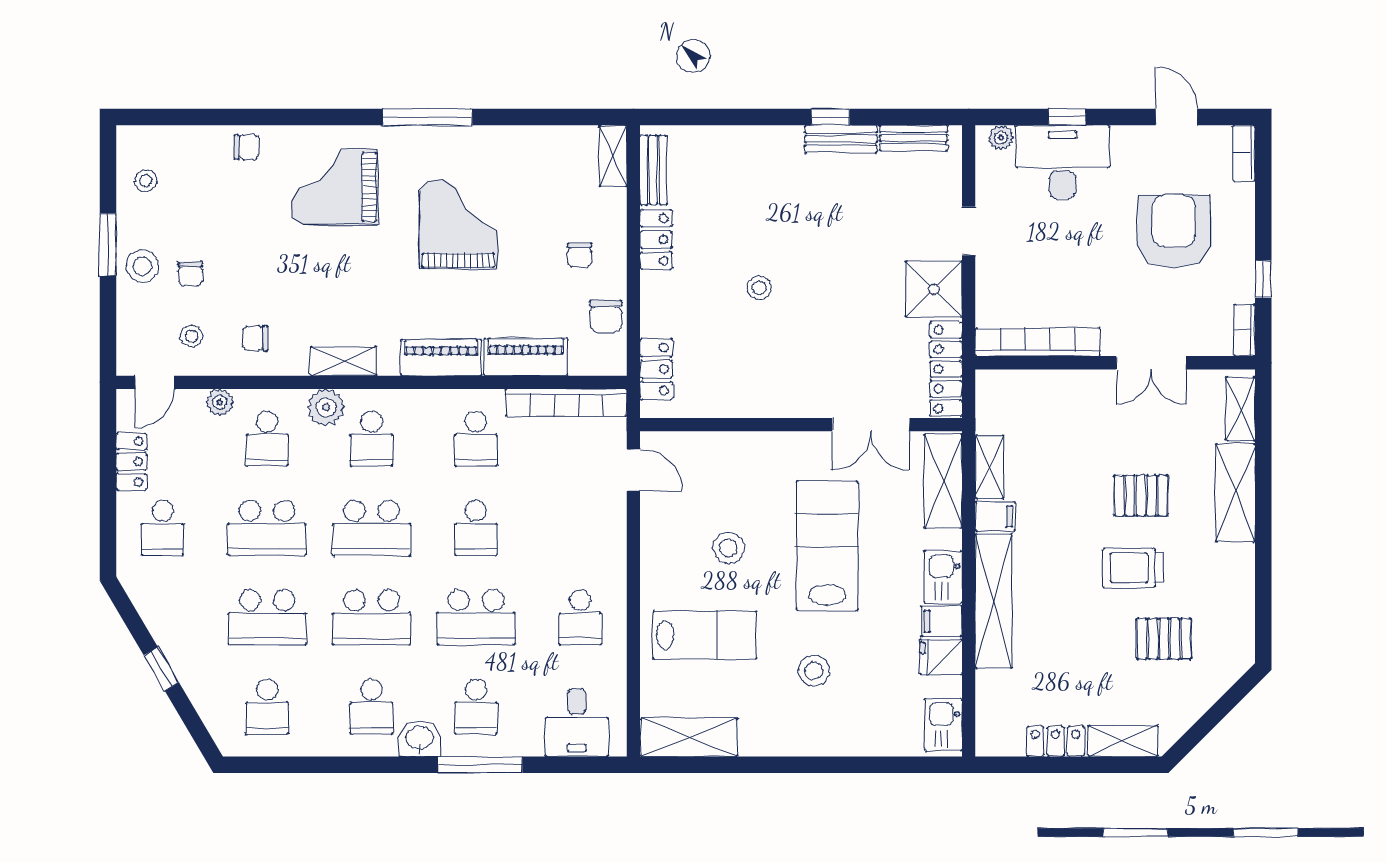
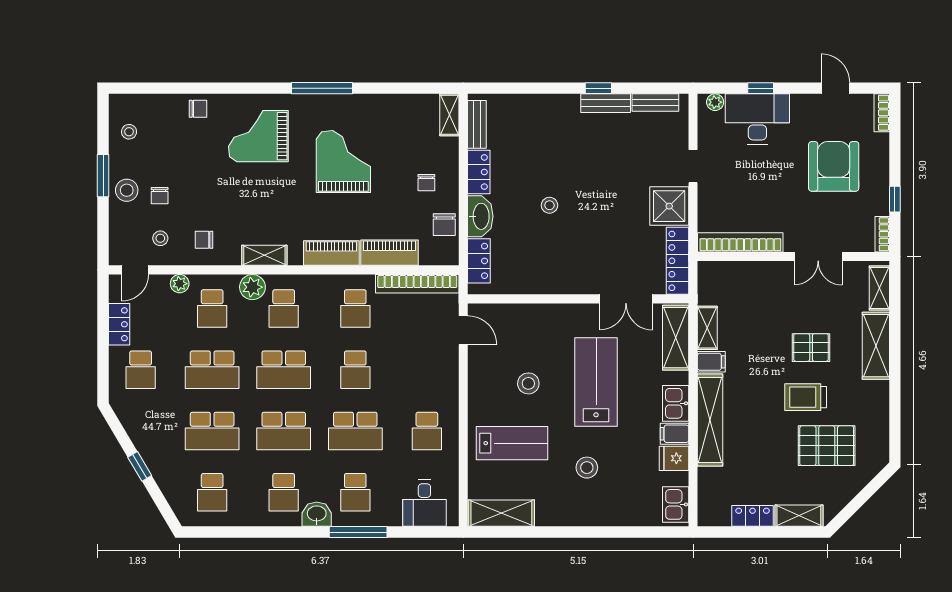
washbasin: (658, 304) -> (480, 216), added
pallet: (1164, 639) -> (827, 446), width x1.50, depth x1.42

